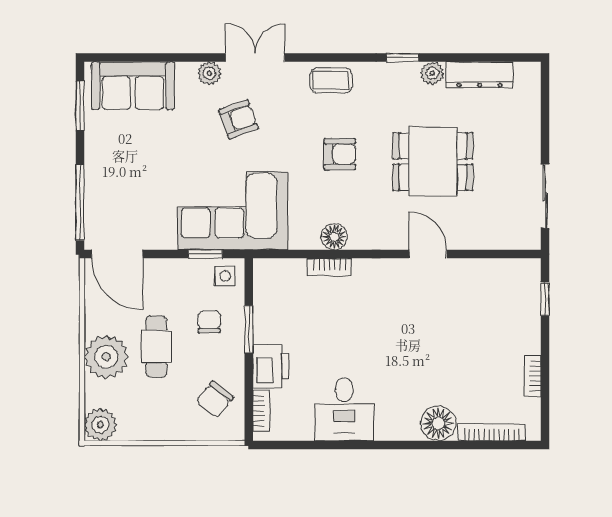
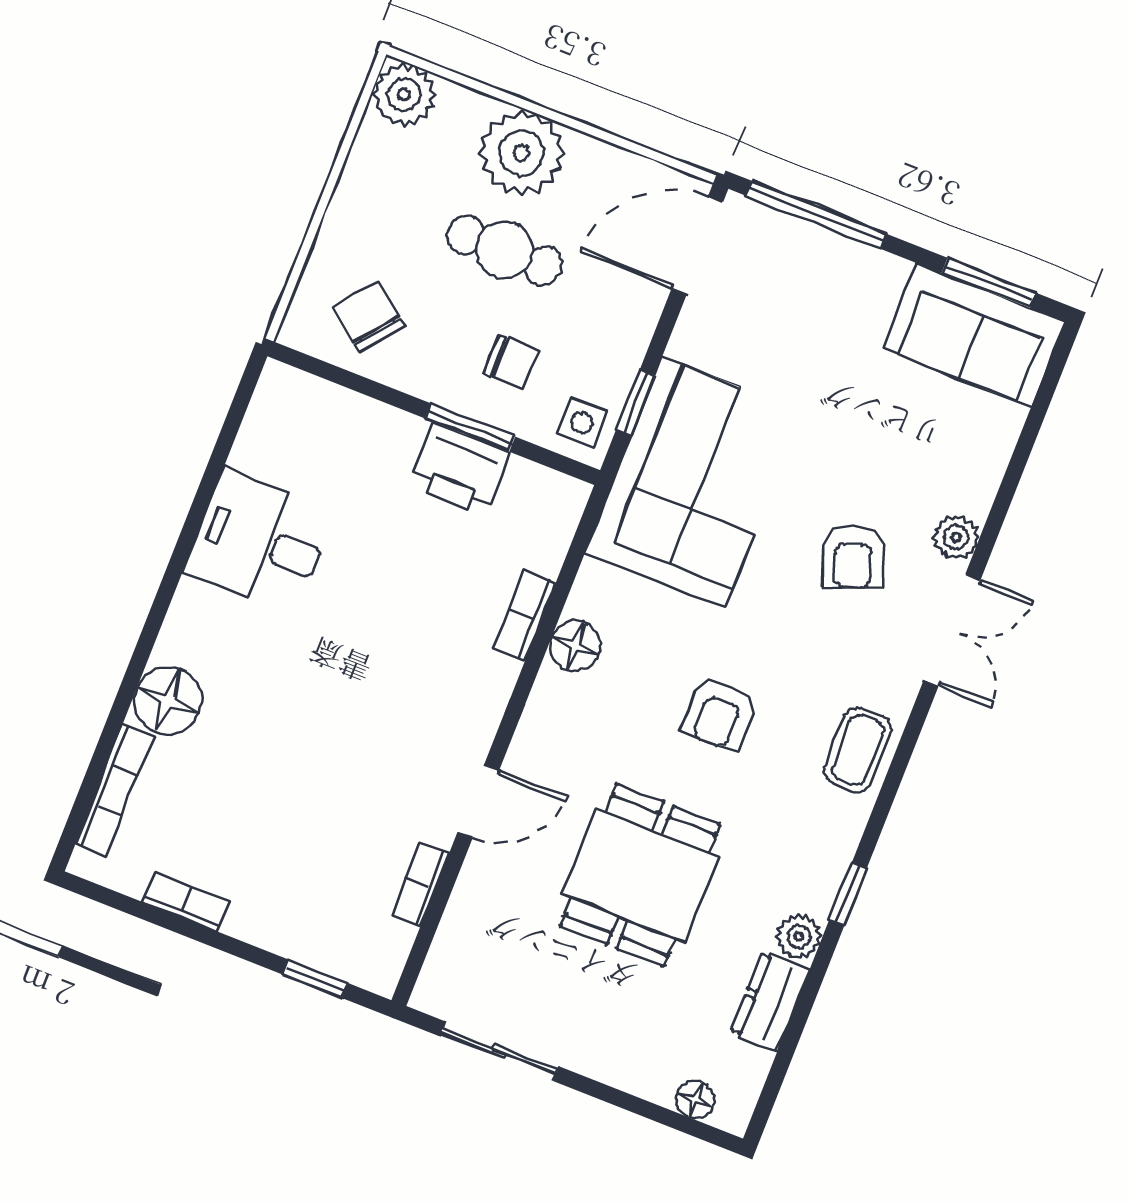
dresser: (480, 75) -> (770, 1001), width x0.70
sofa: (133, 86) -> (974, 335), moved, turned -90
floor lamp: (531, 92) -> (695, 1099), added
printer: (271, 366) -> (459, 469), moved
bookcase: (261, 411) -> (420, 884), moved, turned 90

